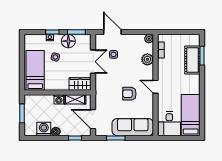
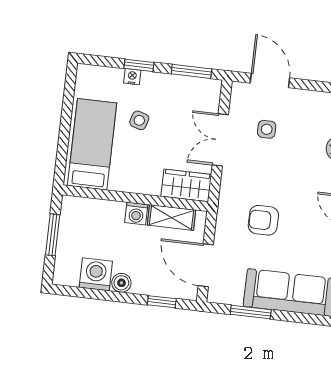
floor lamp: (68, 41) -> (172, 89), removed
double door: (93, 62) -> (220, 140), swing flipped
armchair: (129, 94) -> (263, 220), moved

